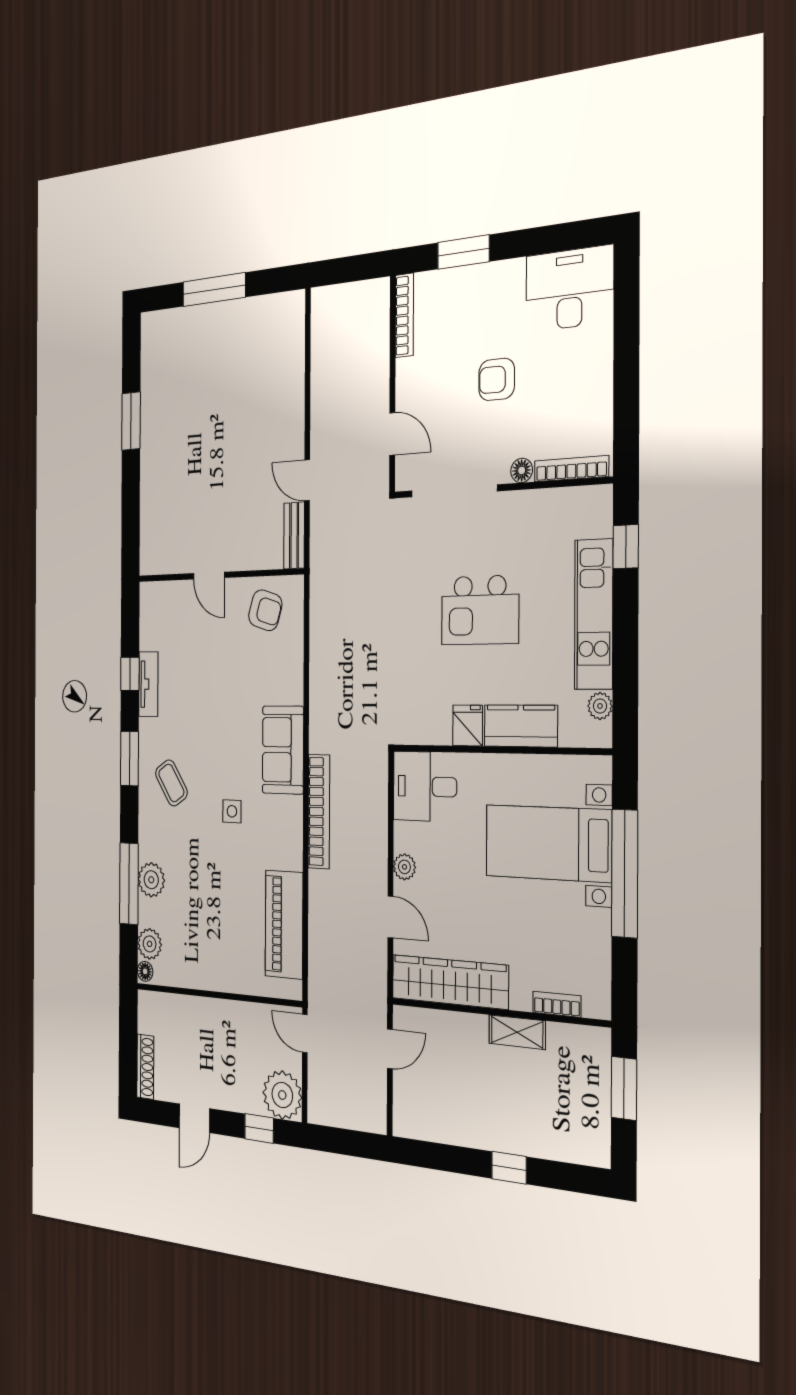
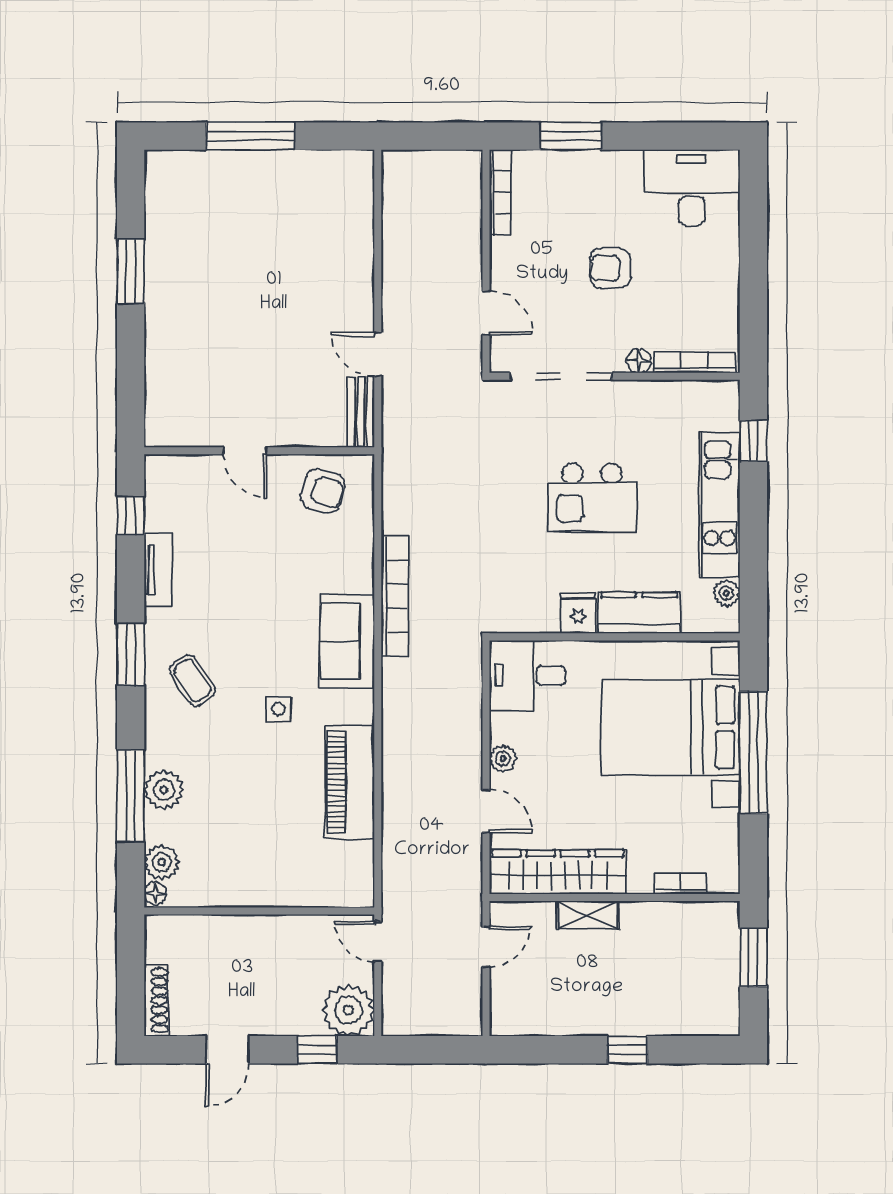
window: (130, 674) -> (131, 516), moved
bookcase: (319, 812) -> (395, 596), moved
bed with nightstands: (548, 843) -> (670, 727), width x1.36
piano: (284, 924) -> (350, 782), moved
shelving: (517, 1032) -> (588, 915), moved

